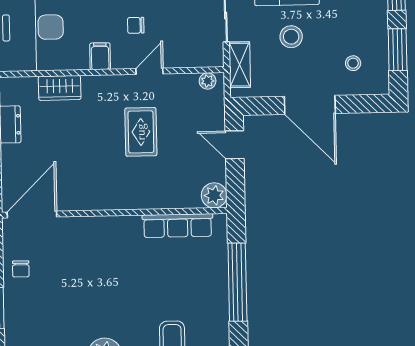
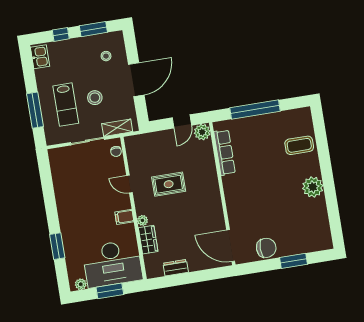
chair: (136, 25) -> (116, 151), moved
plant: (208, 81) -> (142, 220), moved
door: (235, 145) -> (182, 121), moved
chair: (21, 269) -> (266, 248), width x1.87, depth x1.87

